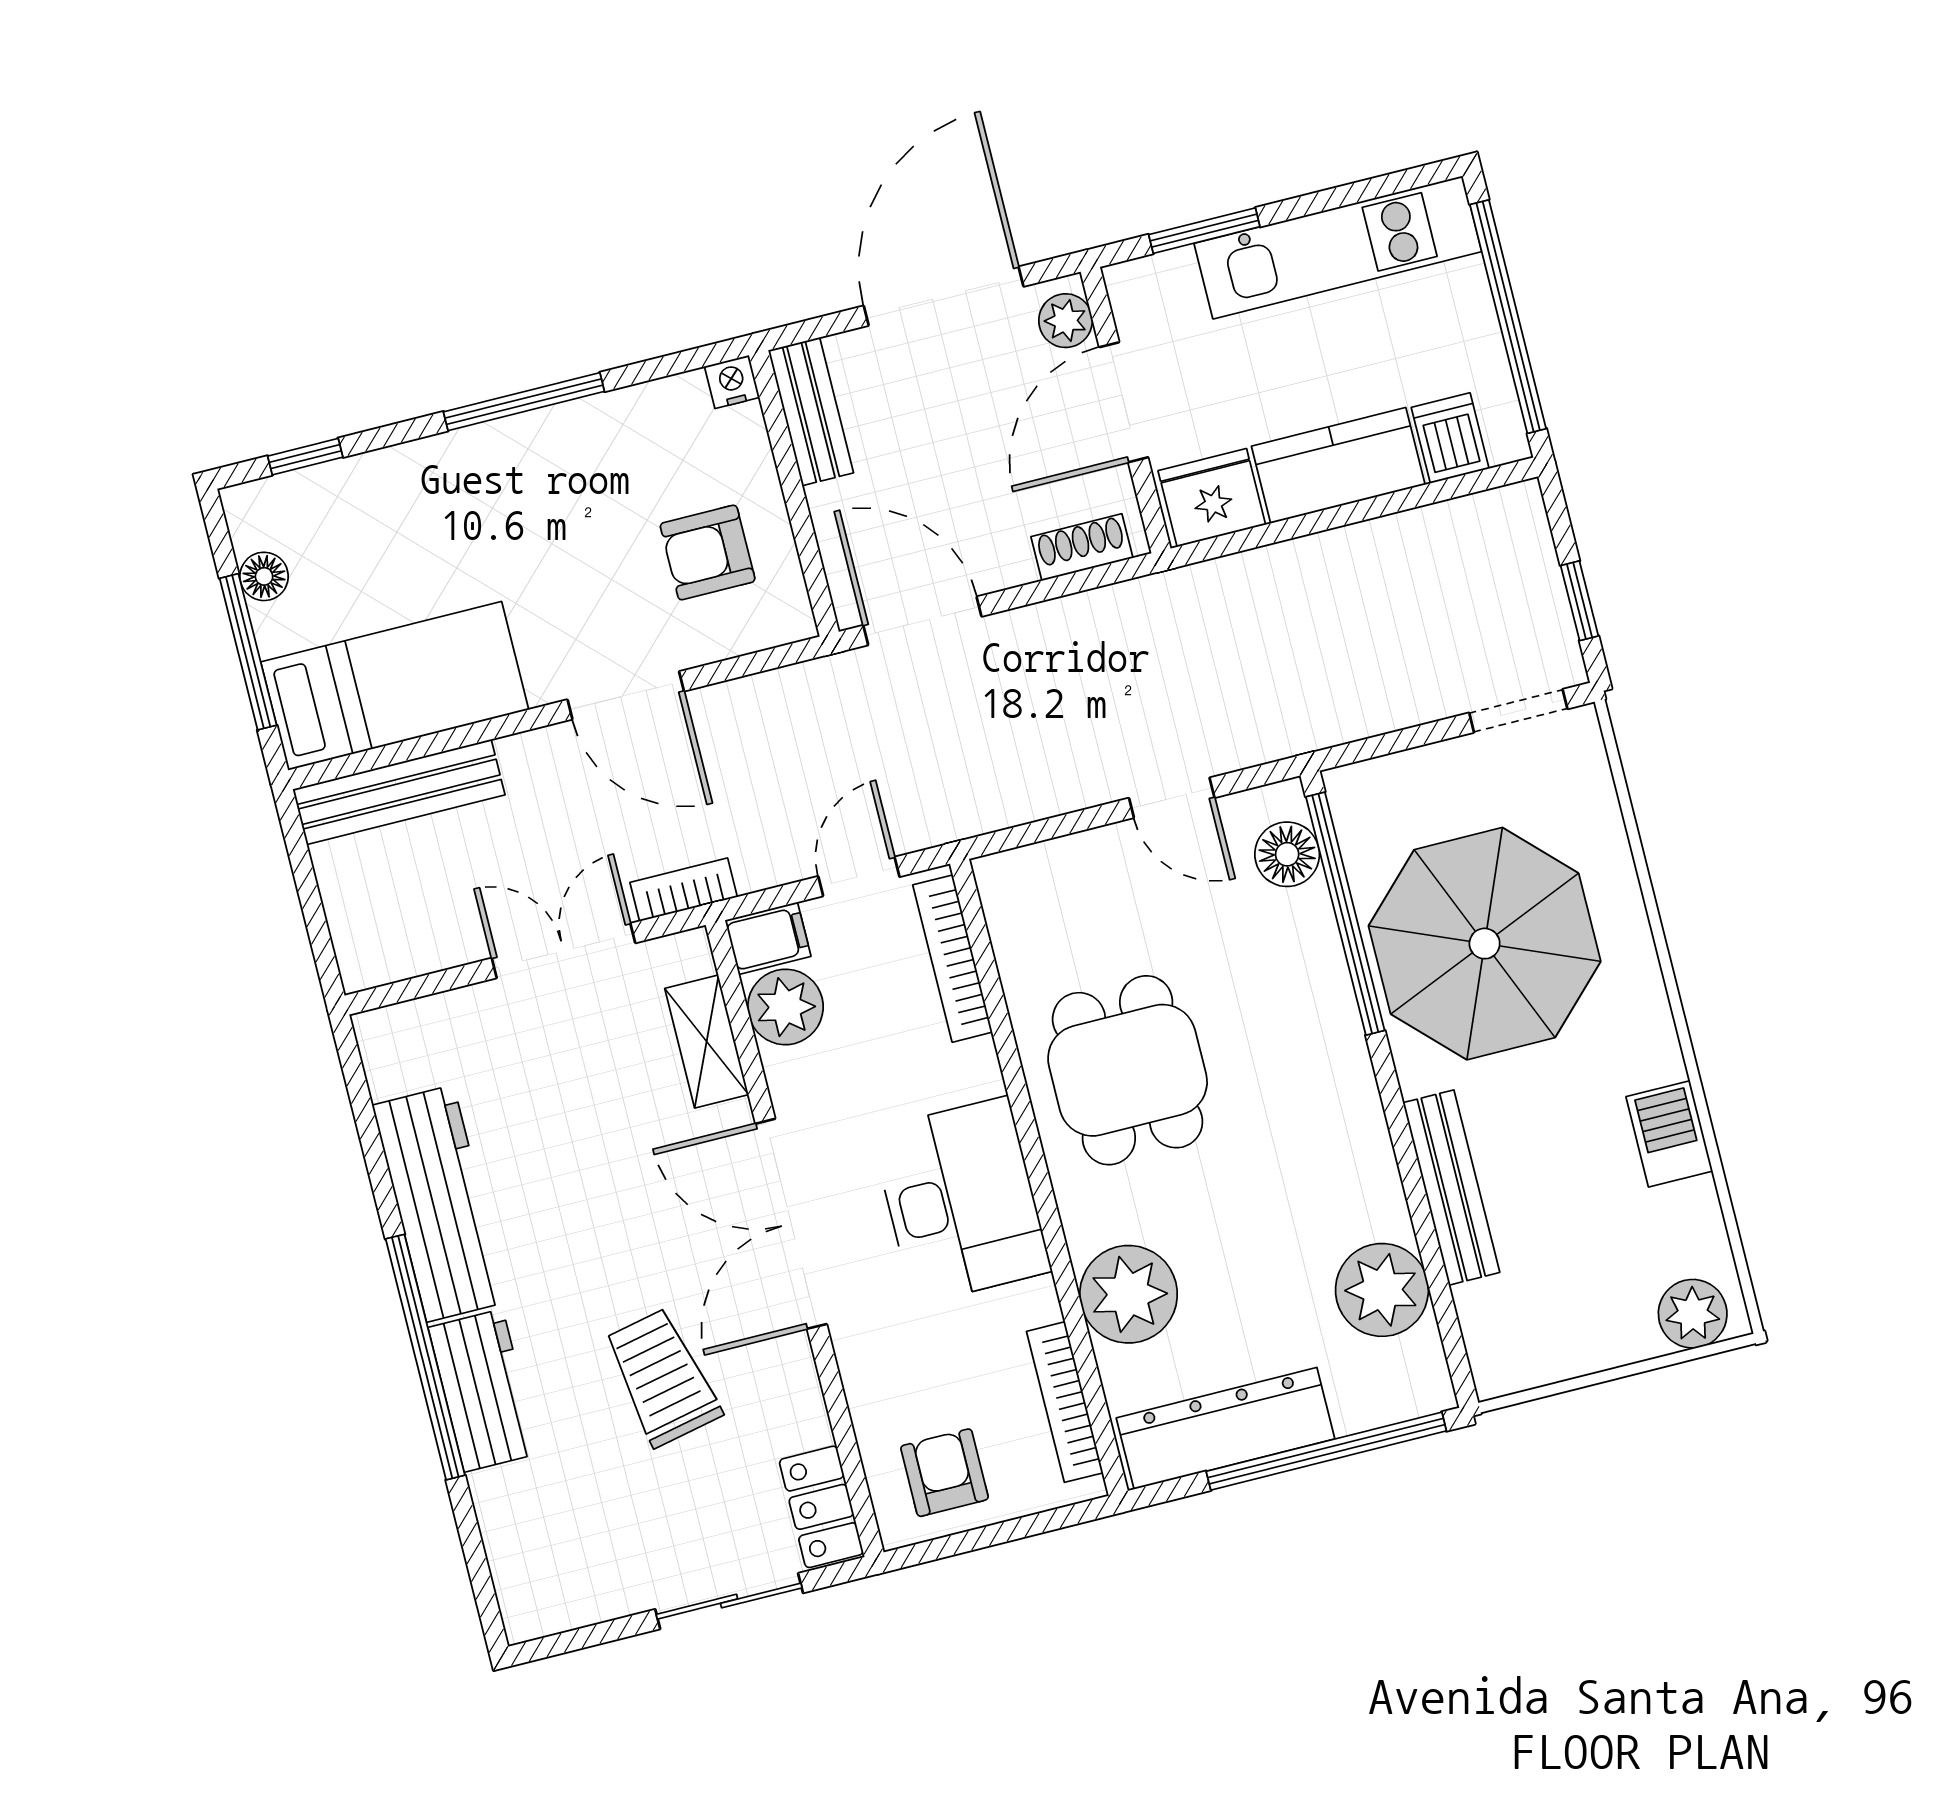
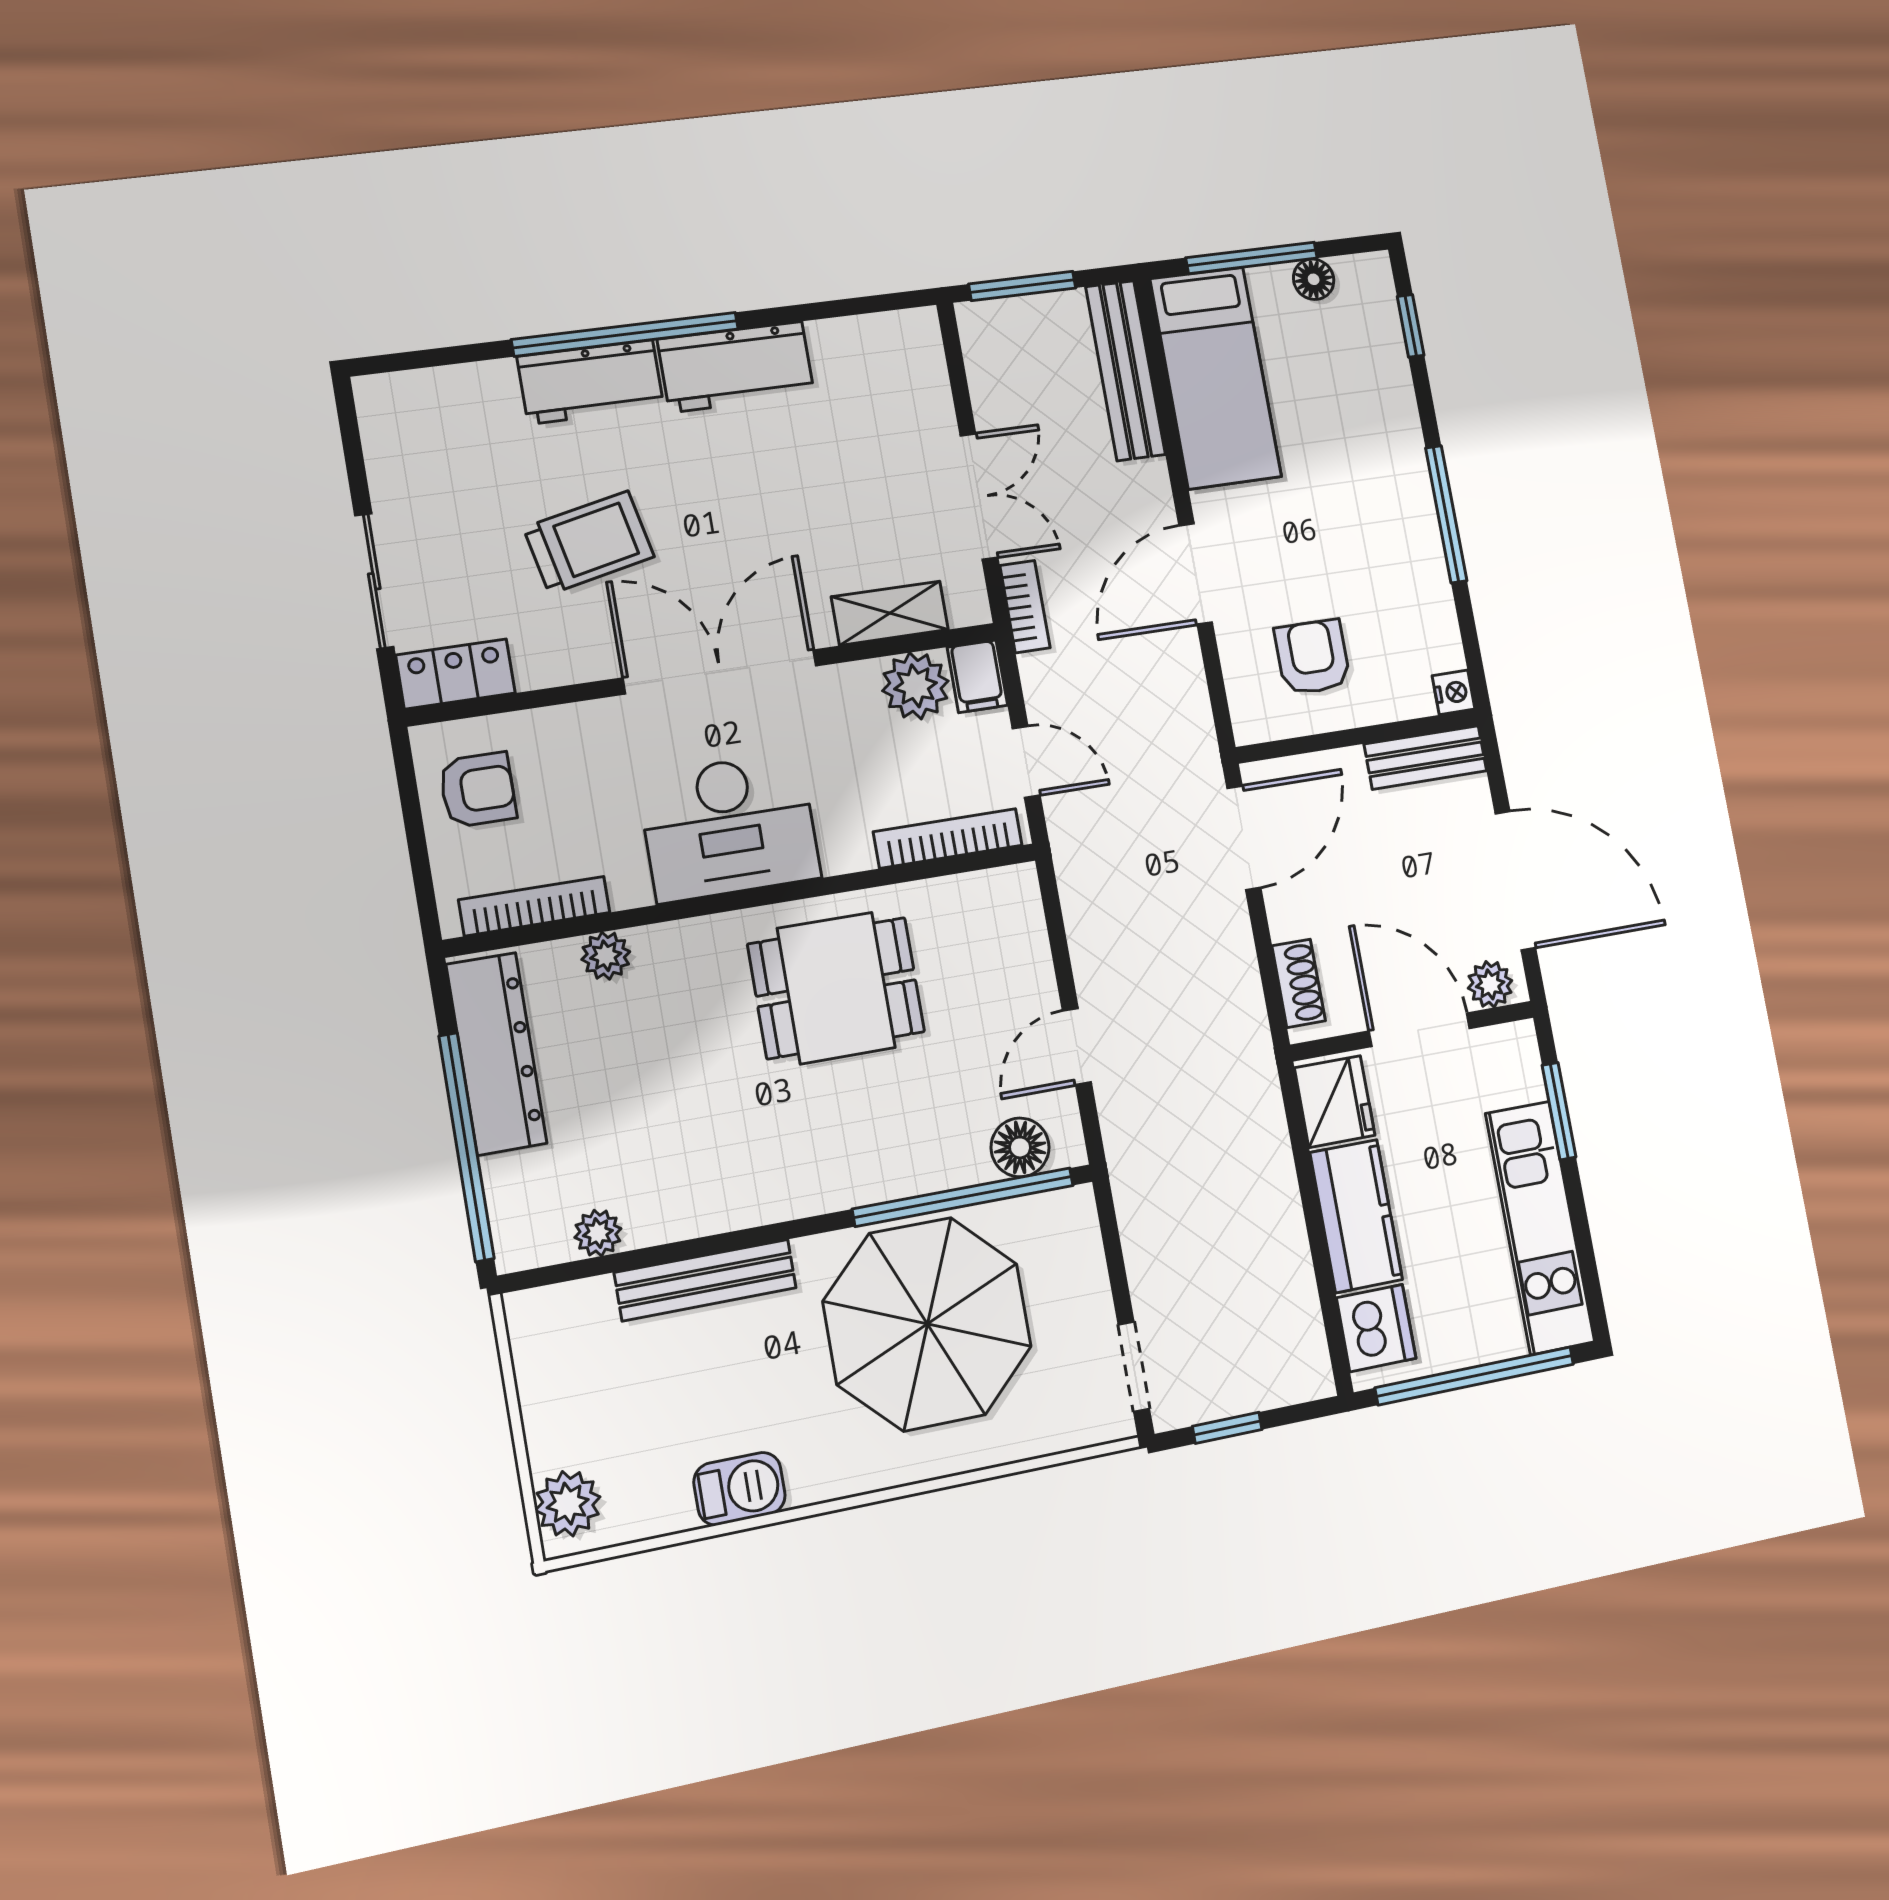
dishwasher: (1450, 438) -> (1376, 1328), width x1.38
window: (315, 918) -> (1022, 286), added
workbench: (440, 1204) -> (736, 367), width x0.73
plant: (1382, 1290) -> (598, 1233), width x0.53, depth x0.53
plant: (1129, 1294) -> (606, 956), width x0.53, depth x0.53

